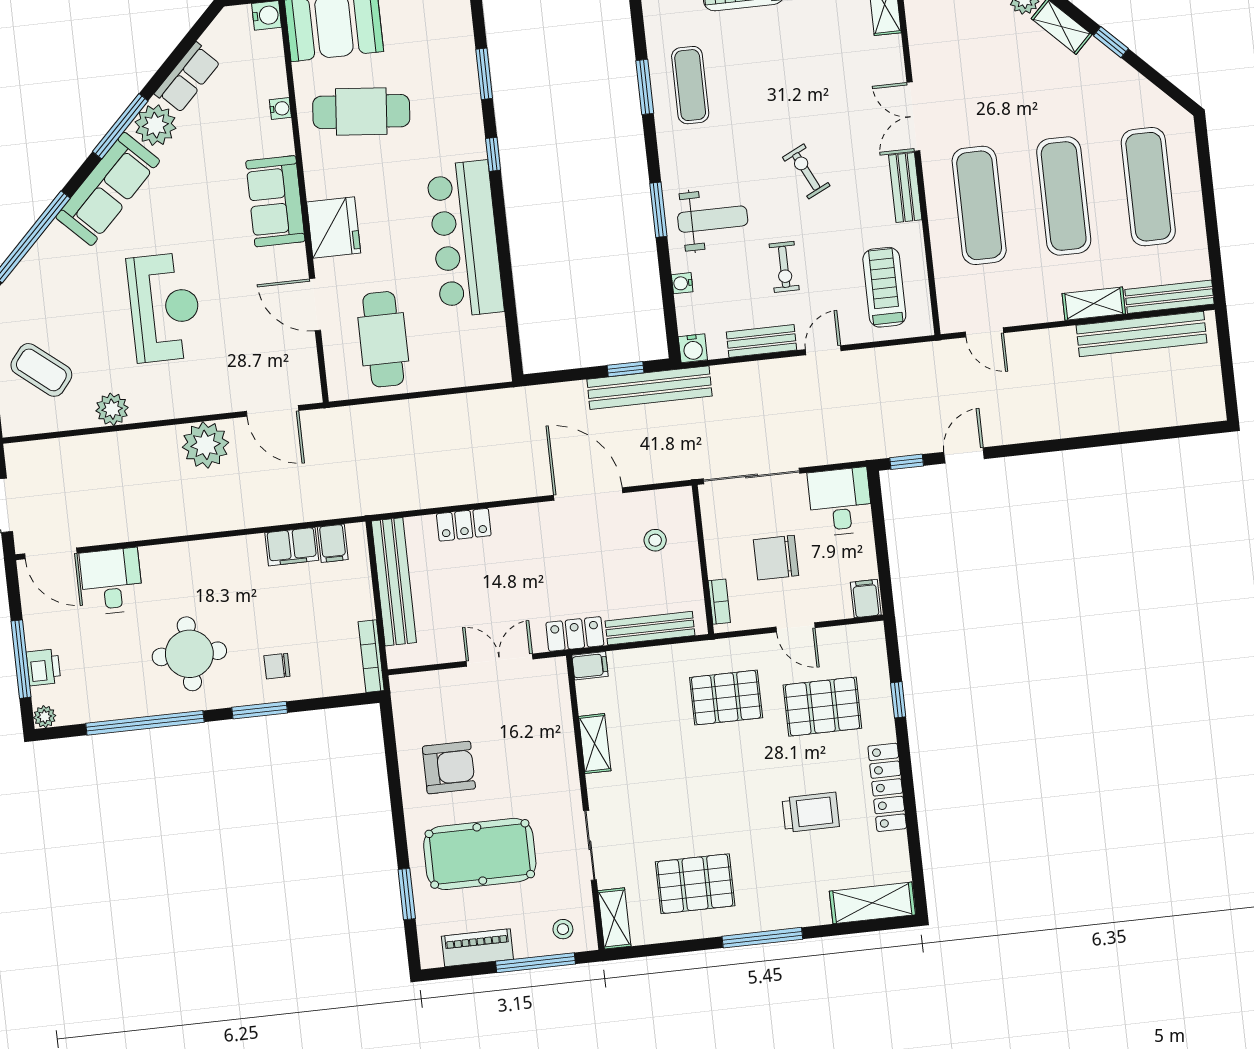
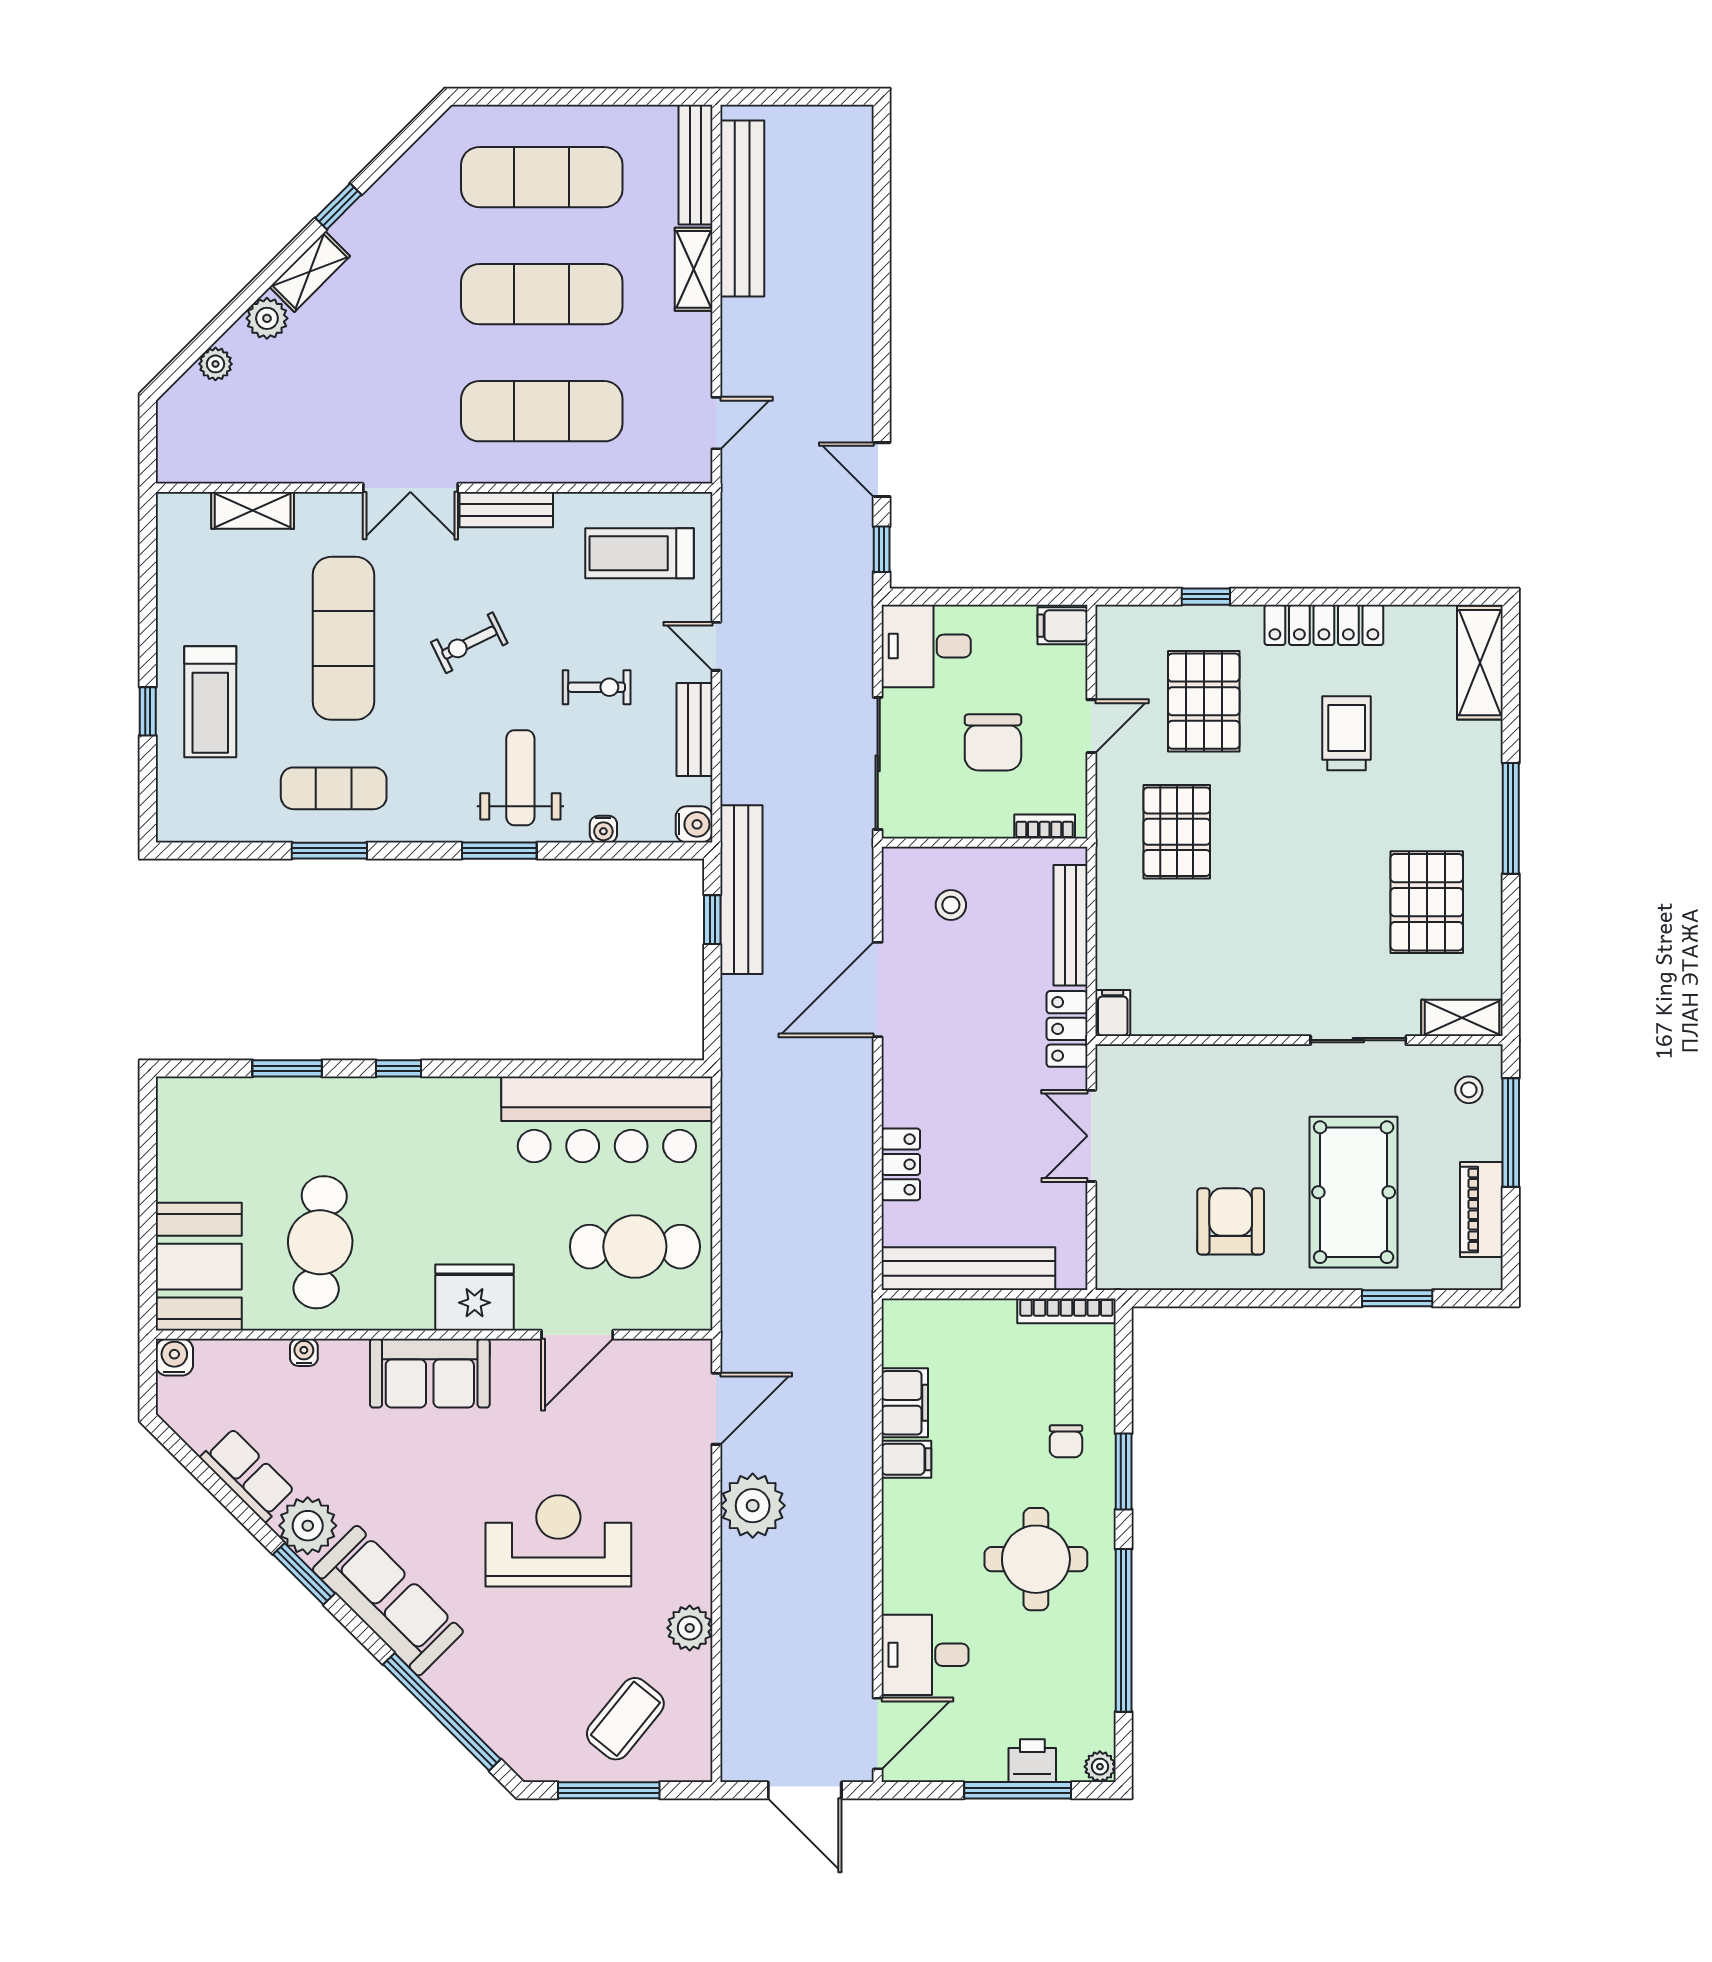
exercise mat: (799, 80) -> (343, 638), added
window: (120, 126) -> (304, 1574), width x0.69
bar counter: (465, 239) -> (607, 1119), moved
filing cabinet: (333, 543) -> (906, 1459), moved
shelving: (595, 744) -> (1220, 1018), removed

